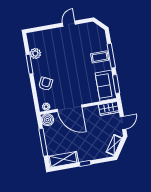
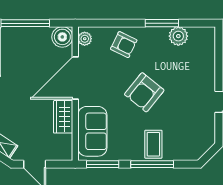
armchair: (71, 67) -> (144, 92), added
sofa: (106, 86) -> (92, 131), moved, turned 90
wardrobe: (109, 109) -> (63, 117), moved

